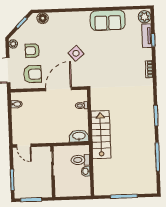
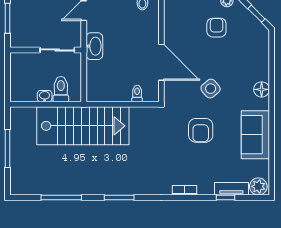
floor lamp: (43, 18) -> (262, 89), moved
armchair: (33, 74) -> (201, 130), moved
stairs: (101, 135) -> (83, 126), width x1.36, depth x1.51
washbasin: (79, 136) -> (94, 46), moved

